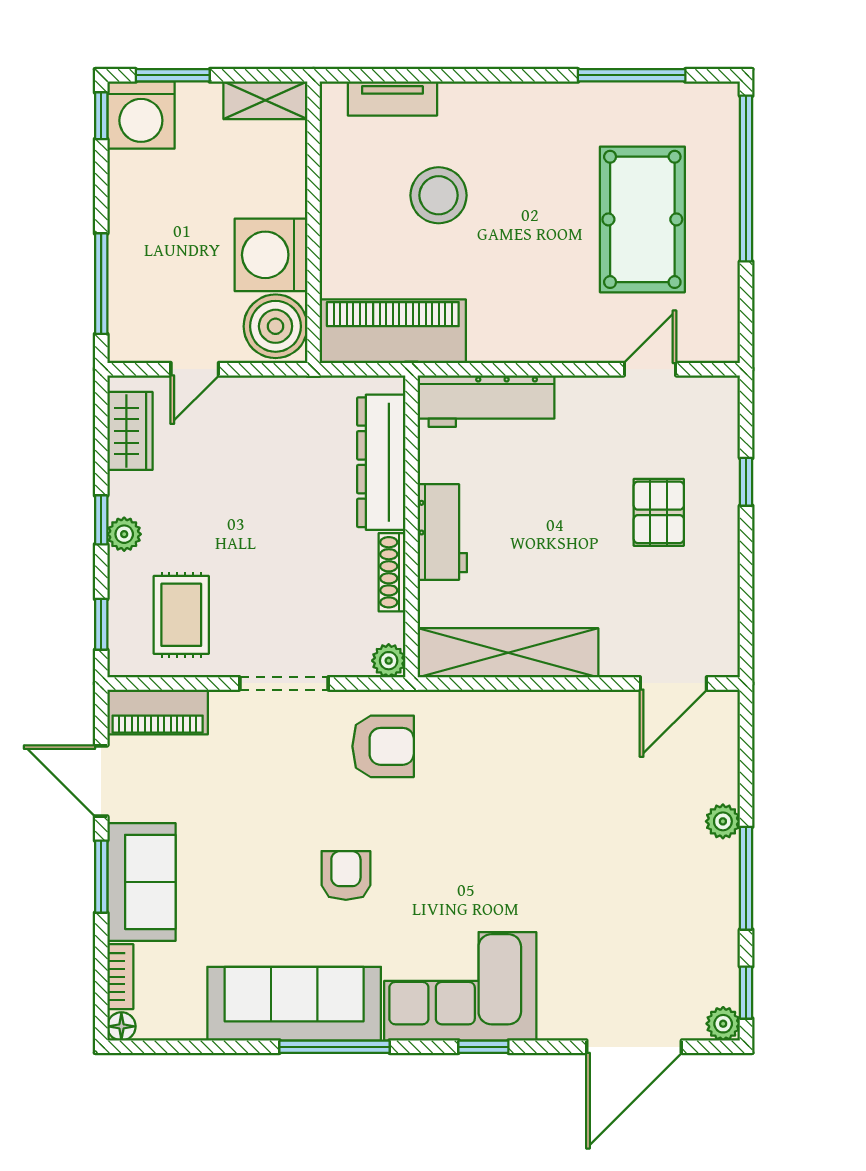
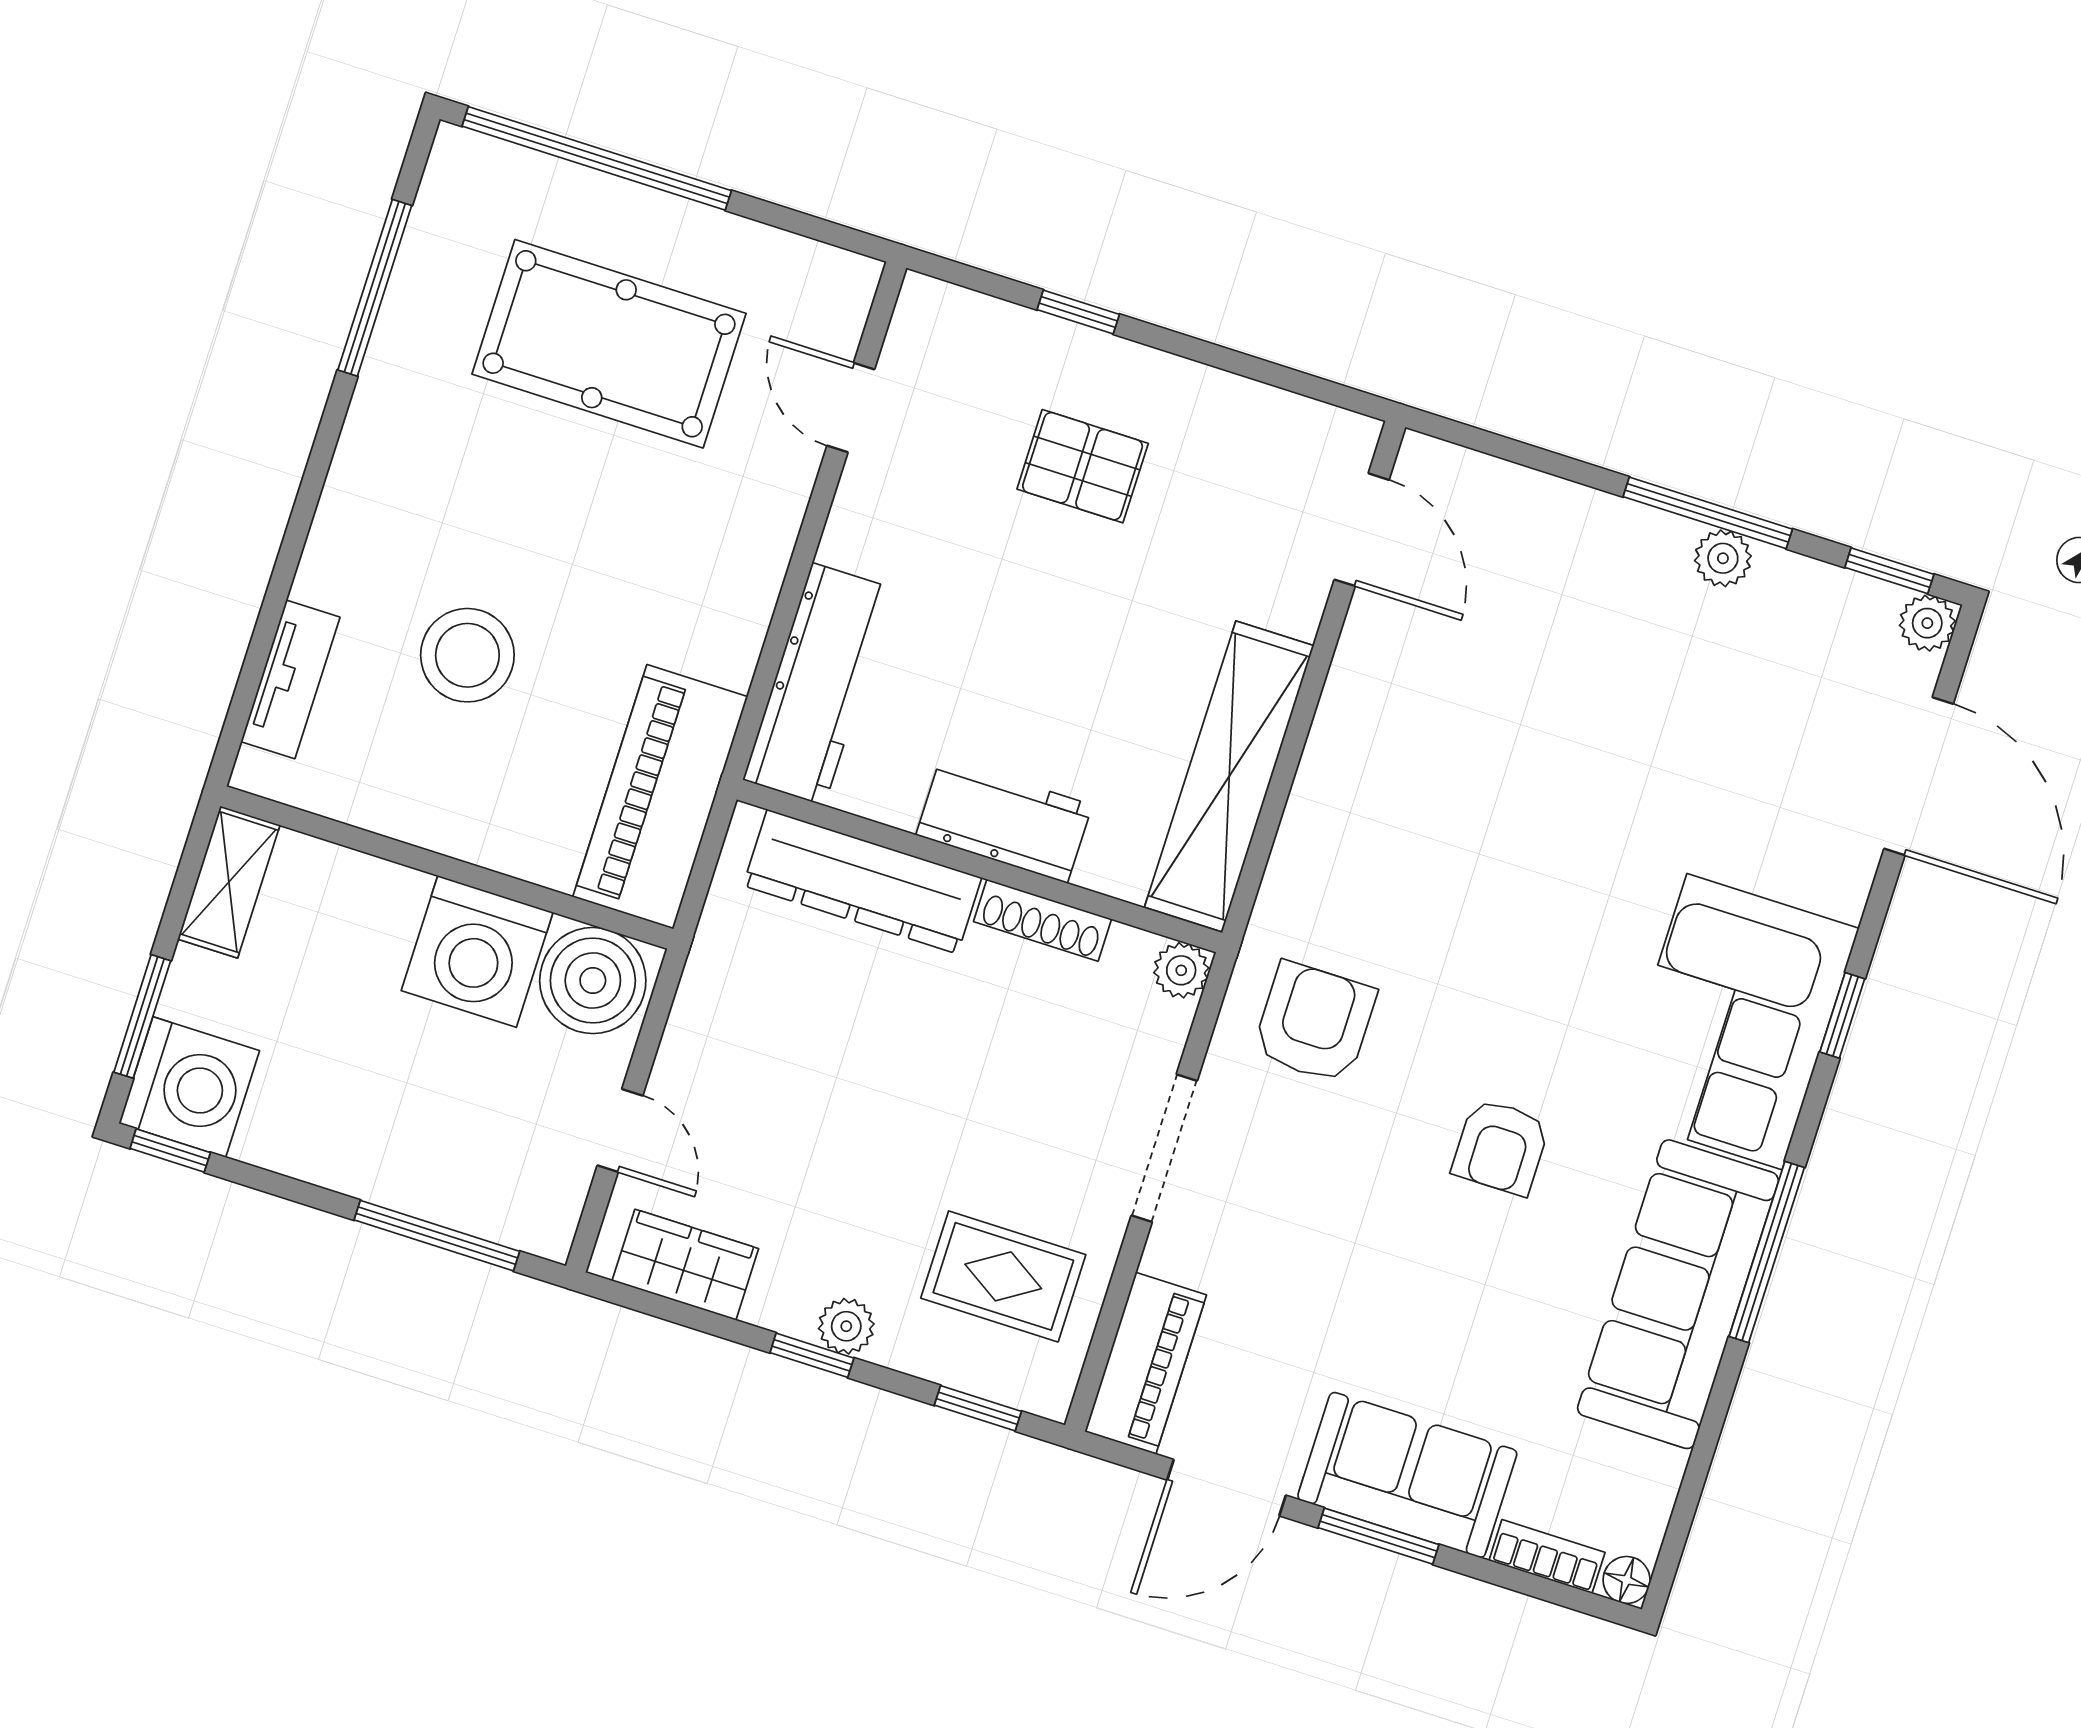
plant: (723, 821) -> (1723, 558), moved
armchair: (346, 876) -> (1501, 1147), turned -90

